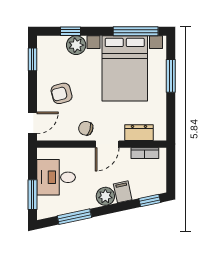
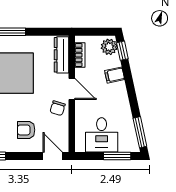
armchair: (62, 93) -> (26, 130), turned 105
dresser: (139, 133) -> (61, 55), width x1.44
plant: (105, 196) -> (109, 47), moved
window: (74, 217) -> (140, 132), moved

